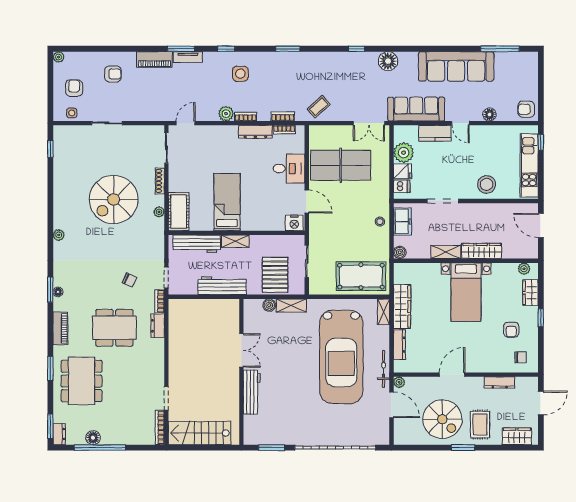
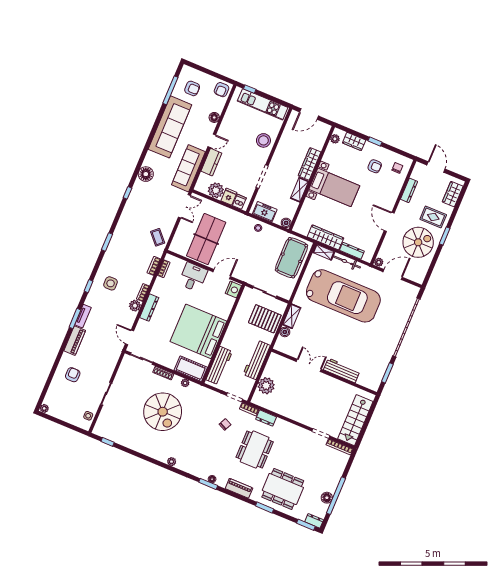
armchair: (74, 88) -> (192, 88), moved, turned 180
dresser: (255, 132) -> (149, 308), moved
bed: (227, 202) -> (198, 331), width x2.04
shelving: (235, 241) -> (229, 337), removed
plant: (196, 310) -> (266, 386), added
bicycle: (384, 369) -> (347, 262), moved

